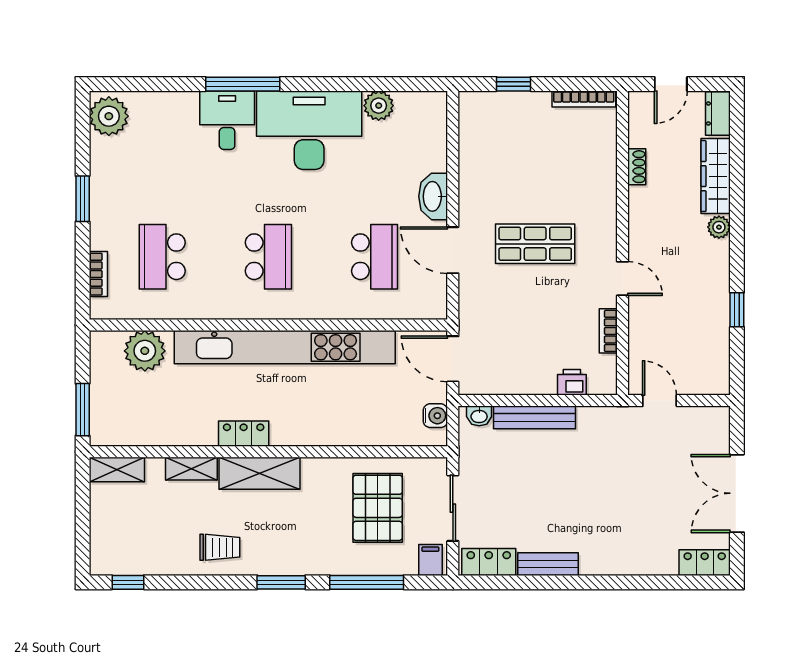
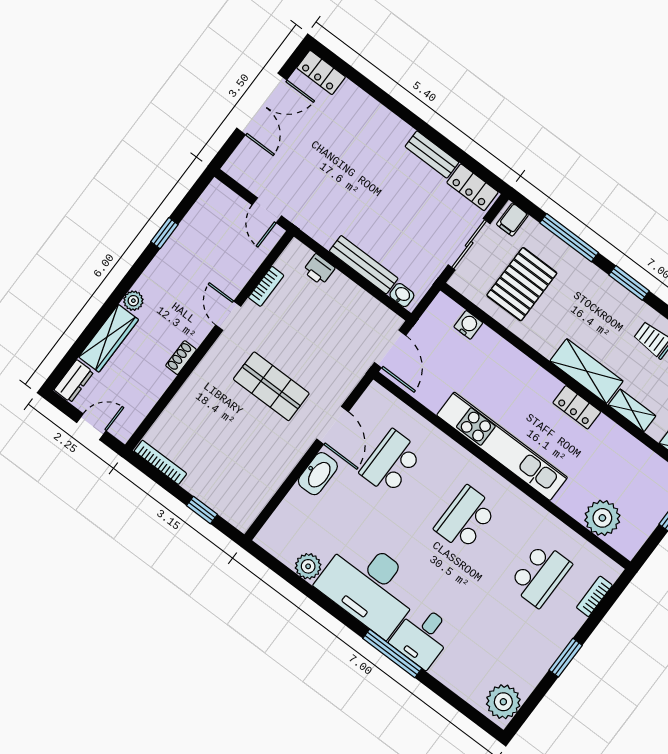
shoe rack: (637, 167) -> (181, 358), moved
kitchen unit: (285, 347) -> (502, 446), width x0.73
water cooler: (435, 416) -> (468, 325), moved, turned 90

